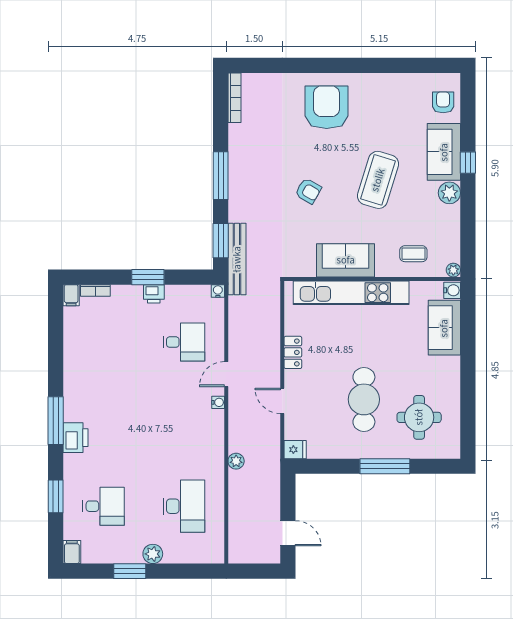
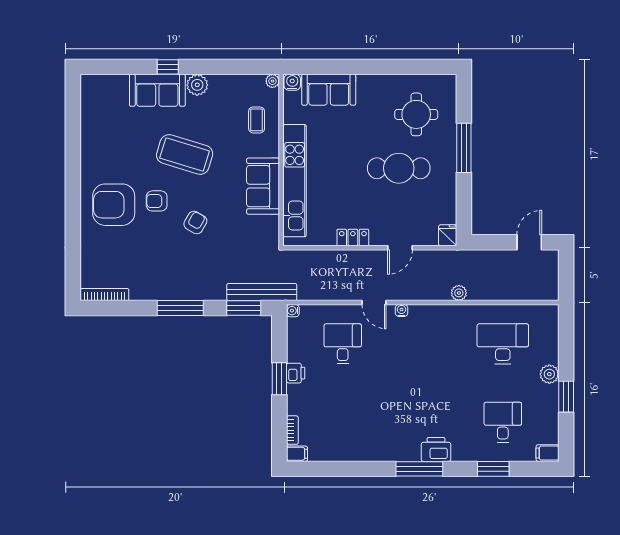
armchair: (443, 102) -> (157, 201), moved

